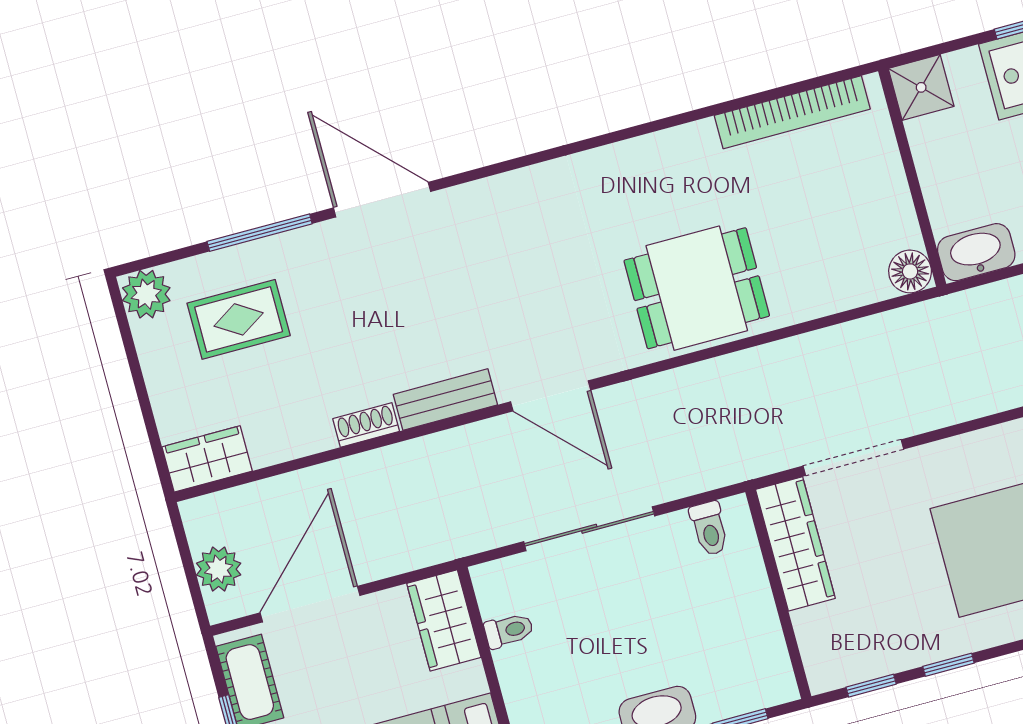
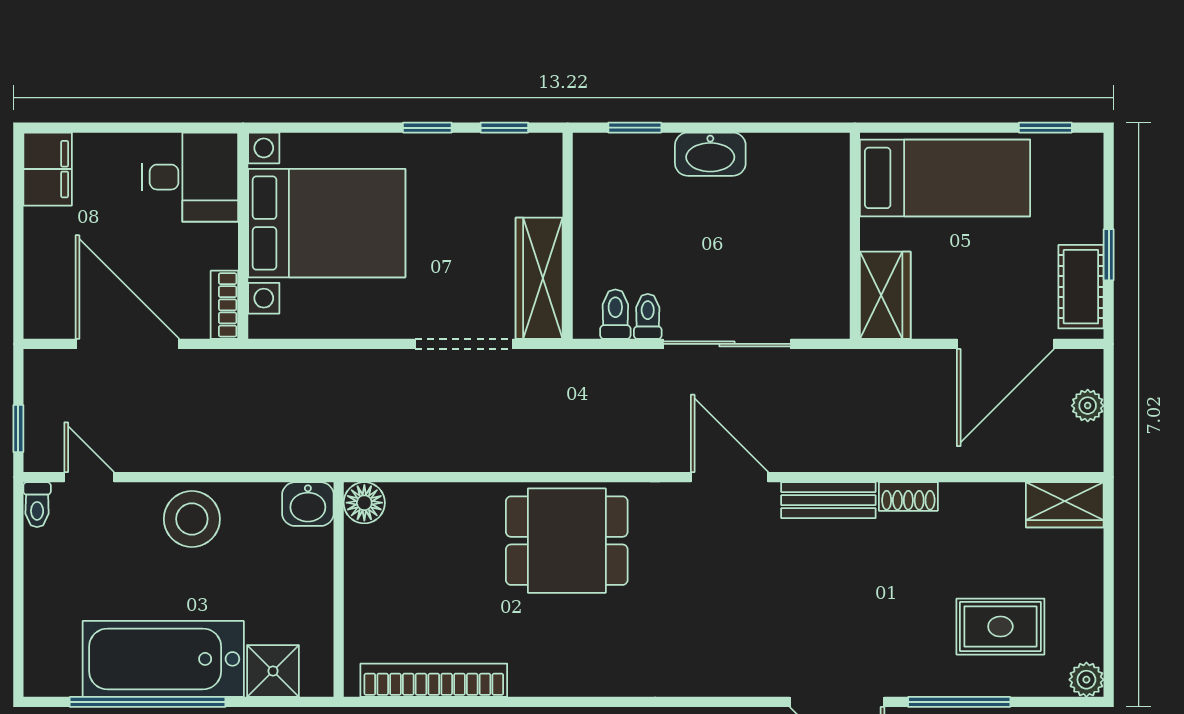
shower: (921, 87) -> (273, 671), moved
washbasin: (976, 252) -> (308, 504), width x0.72
plant: (146, 294) -> (1086, 680), width x0.73, depth x0.73
plant: (219, 569) -> (1088, 406), width x0.73, depth x0.73
toilet: (509, 630) -> (648, 316), moved, turned 90

